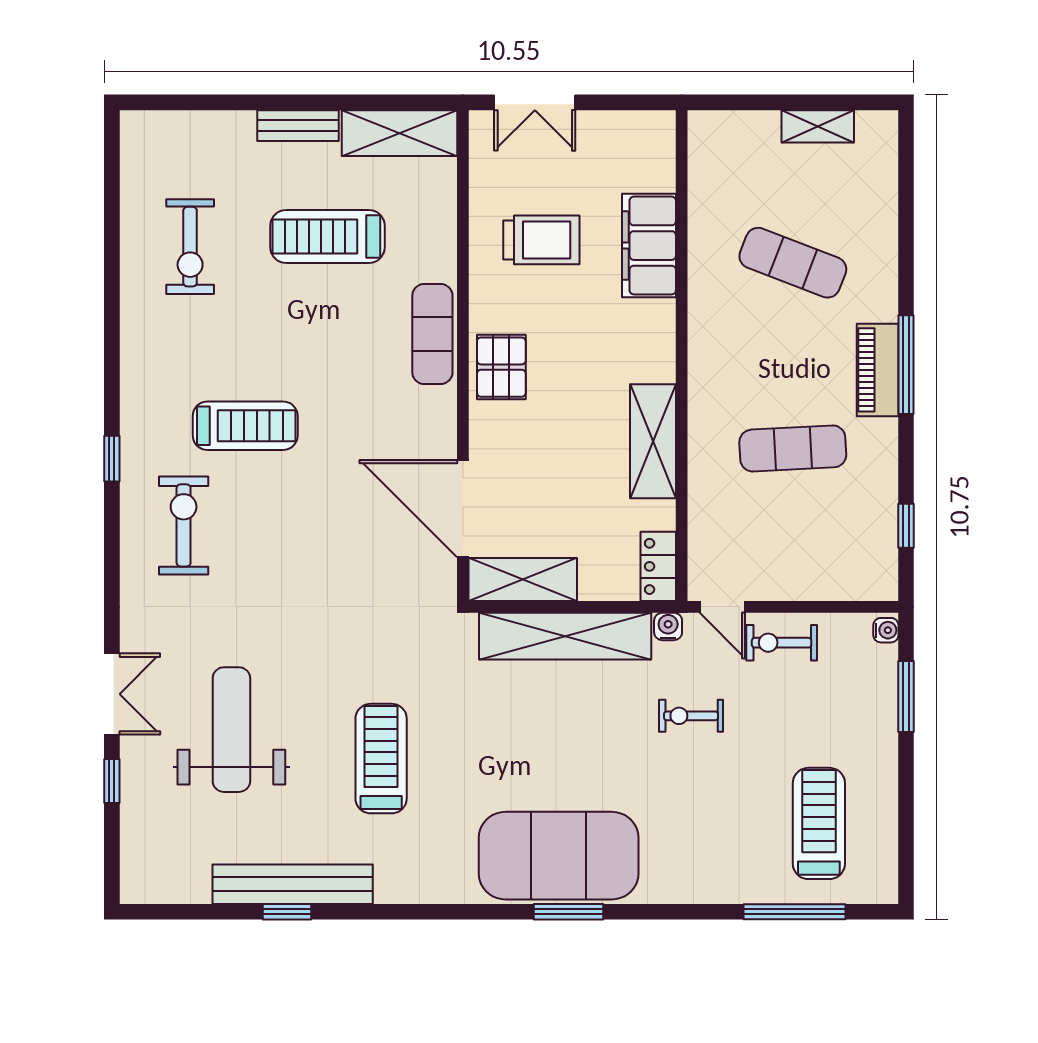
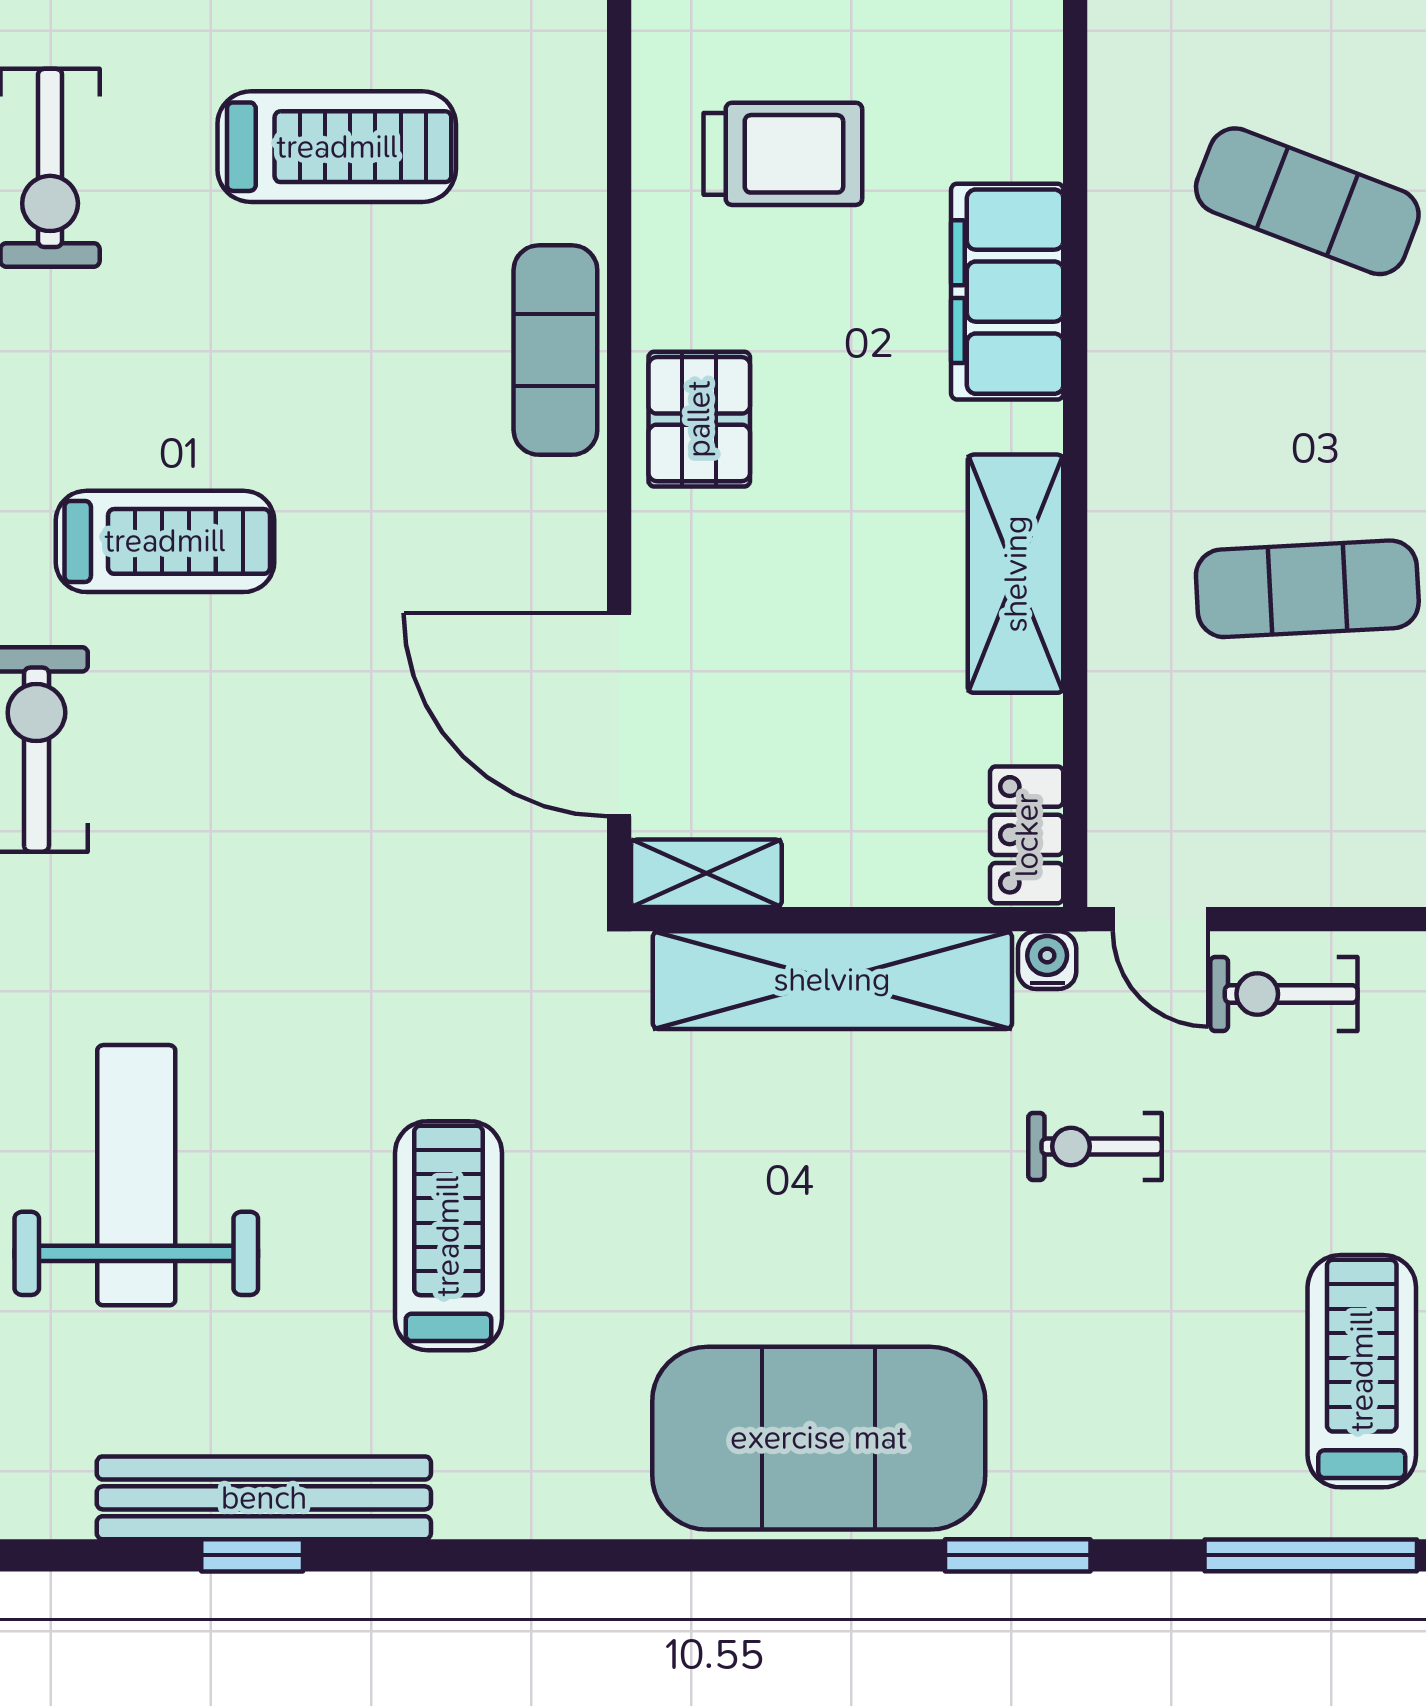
treadmill: (328, 237) -> (337, 147), turned 180
filing cabinet: (649, 246) -> (1007, 292), moved
shelving: (523, 579) -> (706, 873), width x0.67, depth x0.75
window: (568, 912) -> (1018, 1555), moved

